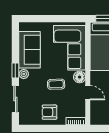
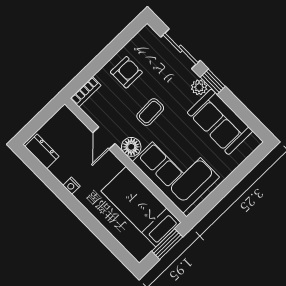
door: (88, 93) -> (104, 138), hinge flipped

